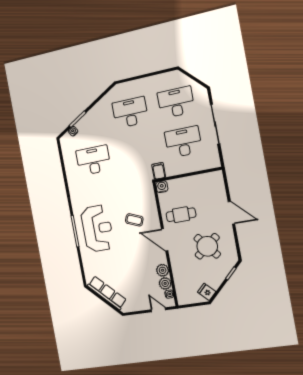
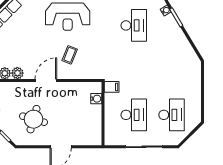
desk: (130, 112) -> (172, 70), removed
water cooler: (162, 187) -> (96, 99), moved
cafe table: (181, 215) -> (67, 100), removed
round table: (207, 246) -> (33, 119), turned -35

